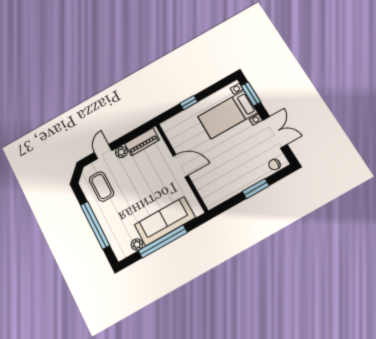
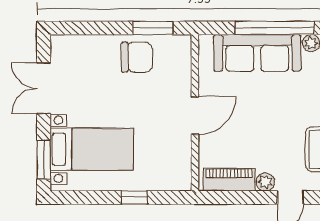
chair: (274, 165) -> (137, 57), moved, width x1.87, depth x1.87
door: (181, 166) -> (195, 116), swing flipped
window: (256, 189) -> (153, 28), moved

